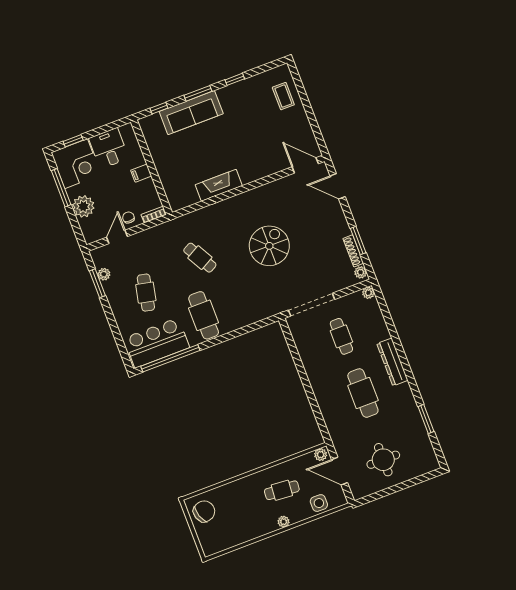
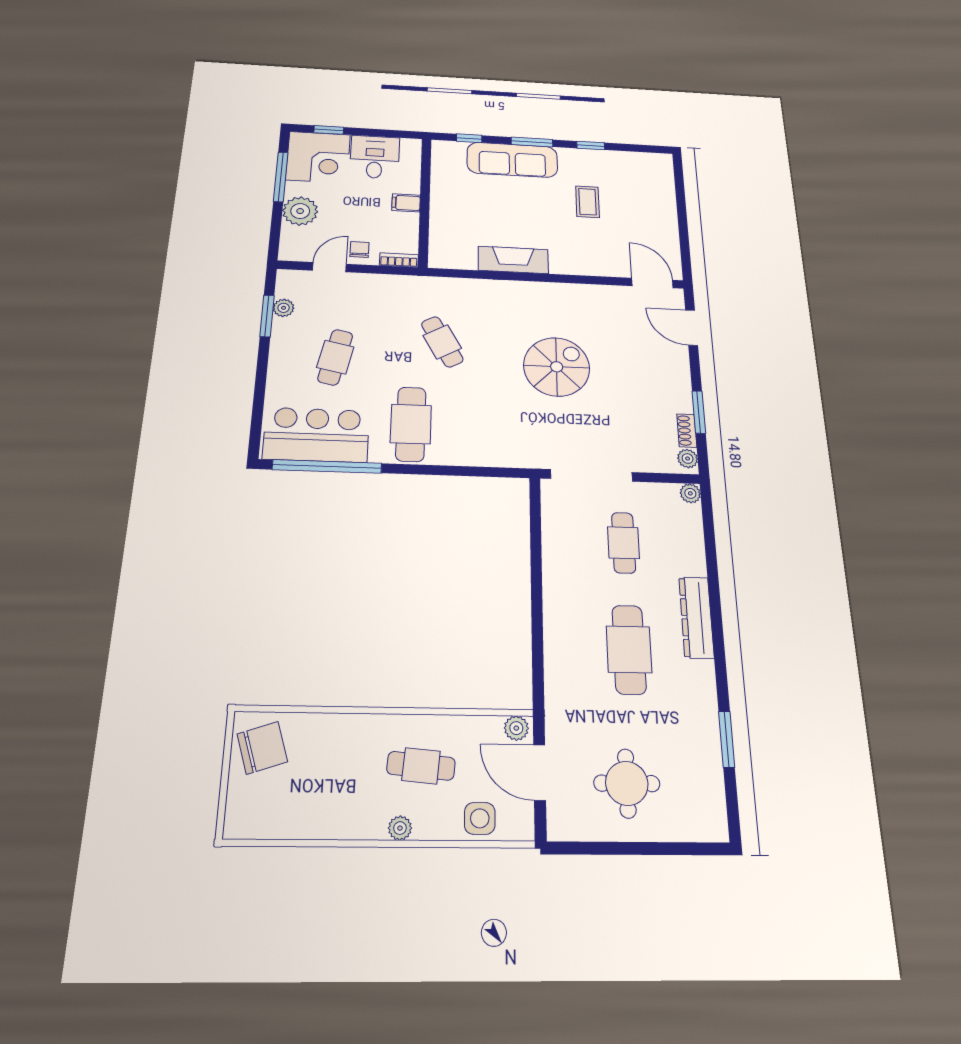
coffee table: (283, 96) -> (587, 202), moved
shoe rack: (353, 251) -> (687, 431), width x0.70

